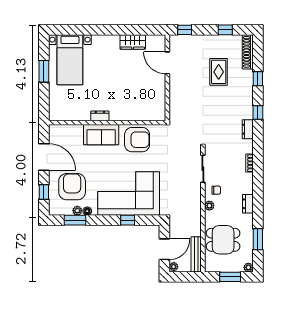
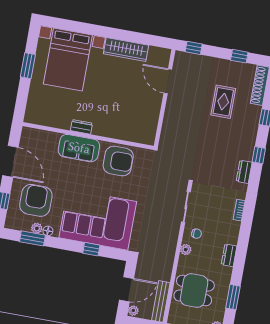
wardrobe: (133, 42) -> (126, 50), width x1.50
bed with nightstands: (70, 60) -> (68, 60), width x1.36

